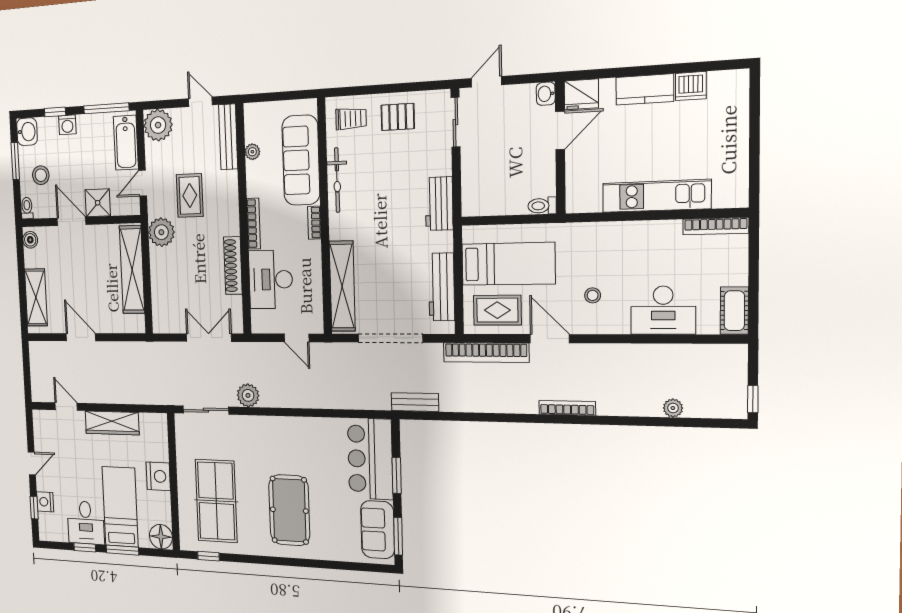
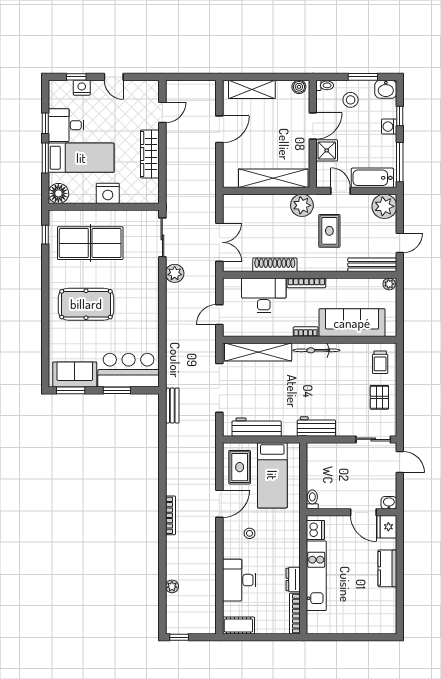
dishwasher: (691, 86) -> (315, 530), moved, turned 180
plant: (252, 152) -> (389, 284), moved
bicycle: (337, 180) -> (316, 350), moved
rug: (190, 196) -> (329, 231), turned 90
dresser: (662, 230) -> (293, 579), added
bookcase: (486, 353) -> (209, 459), removed

